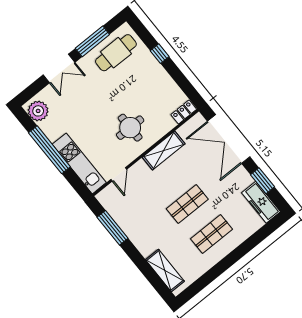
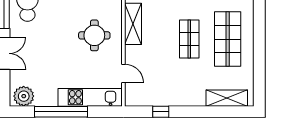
window: (112, 228) -> (161, 112), width x0.46
shop shelf: (212, 234) -> (228, 39), width x1.43, depth x1.36

